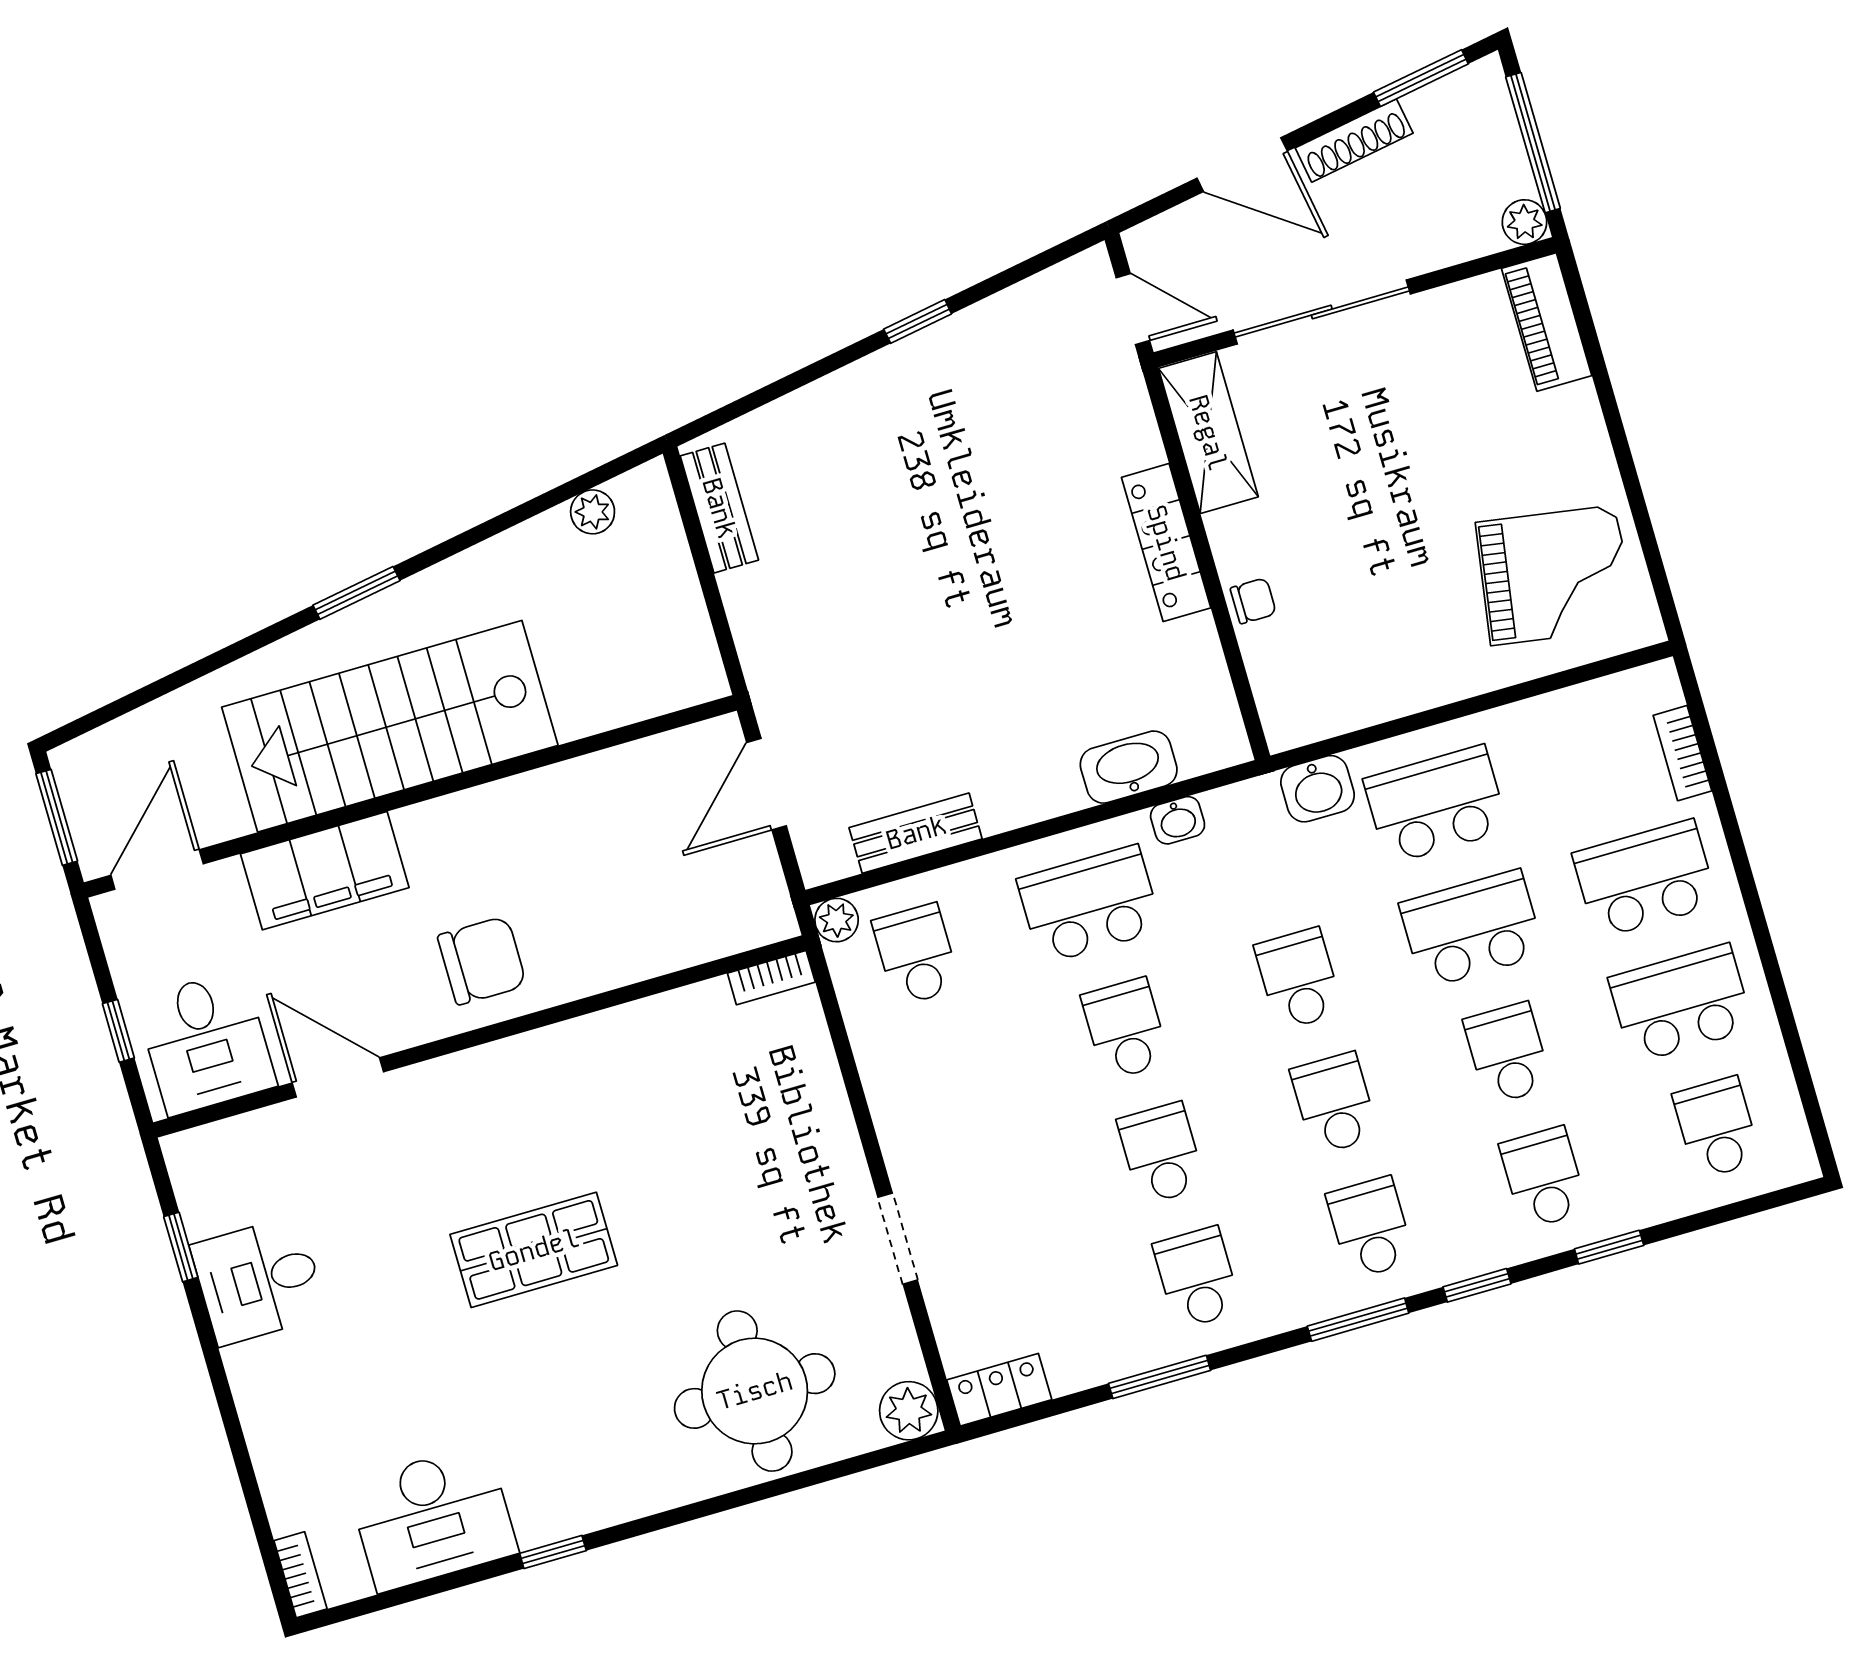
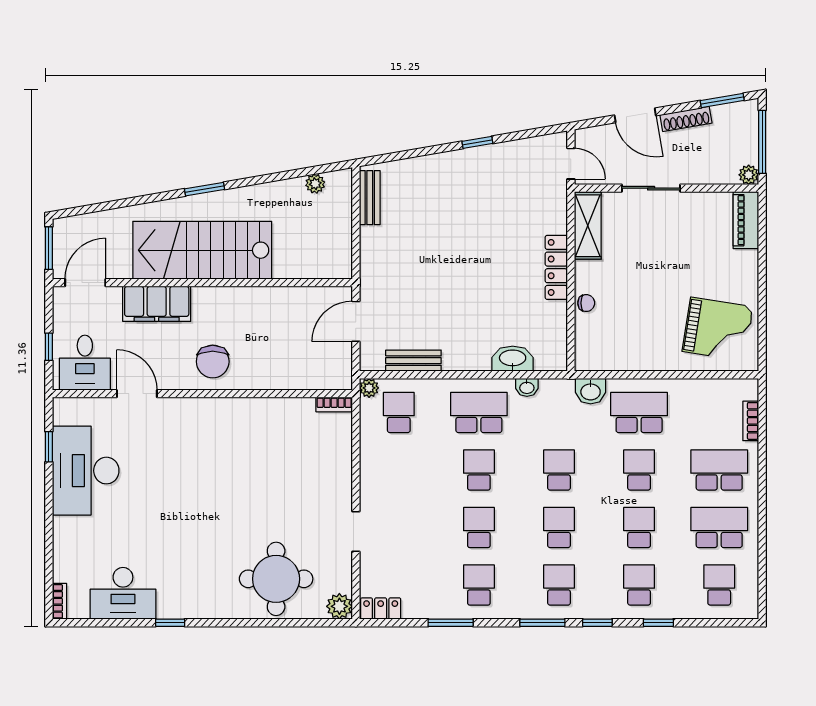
sliding door: (1322, 312) -> (651, 188), width x0.73
school desk: (1472, 929) -> (639, 470), width x0.54
chair: (482, 961) -> (213, 362), turned 90
shop shelf: (534, 1250) -> (199, 491), removed
desk: (259, 1280) -> (86, 471), width x1.87, depth x1.30

